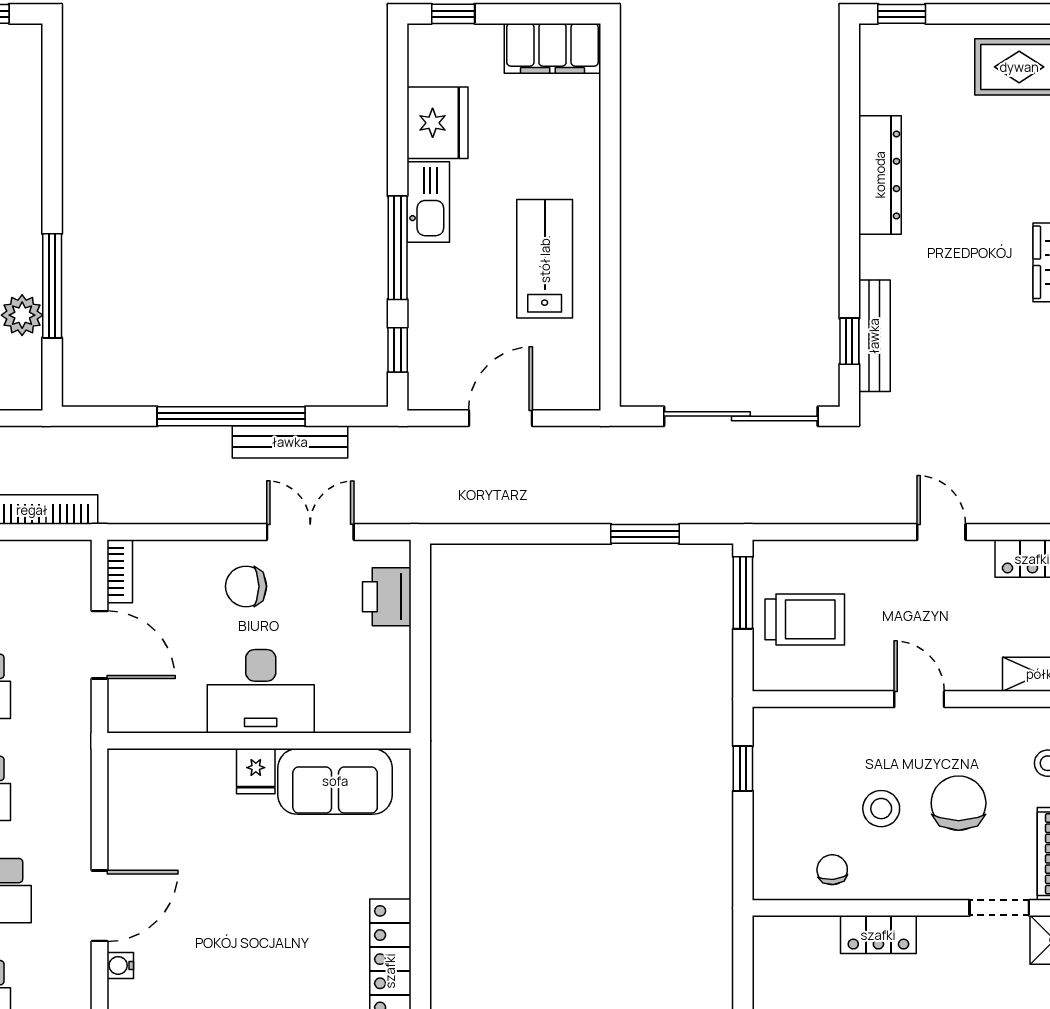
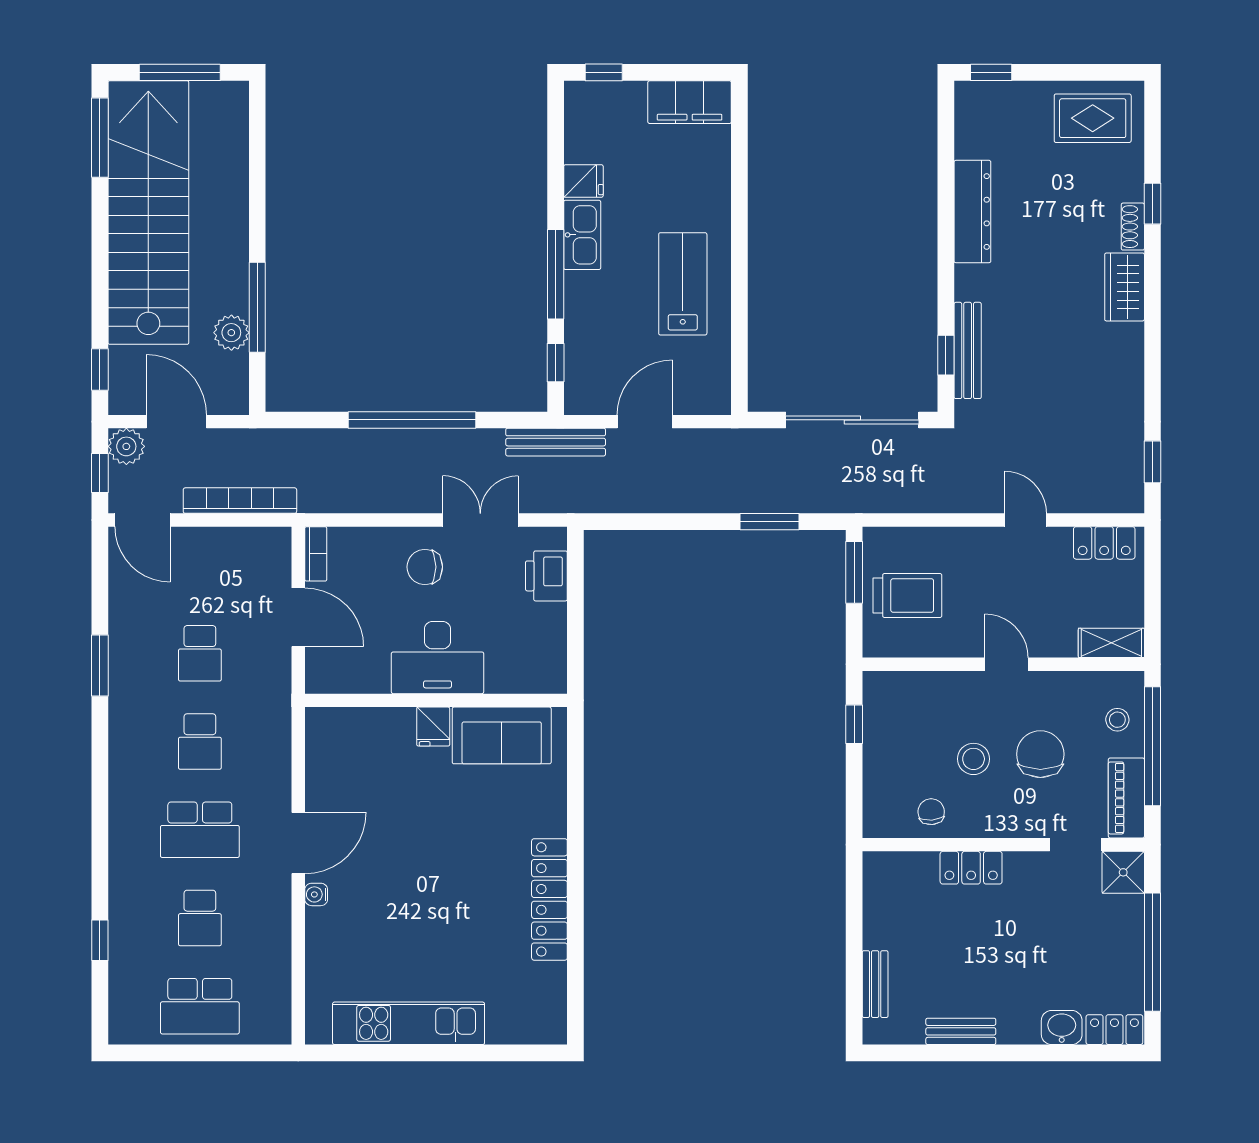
fridge: (437, 123) -> (583, 181), width x0.53, depth x0.75
bench: (290, 442) -> (556, 442), moved

